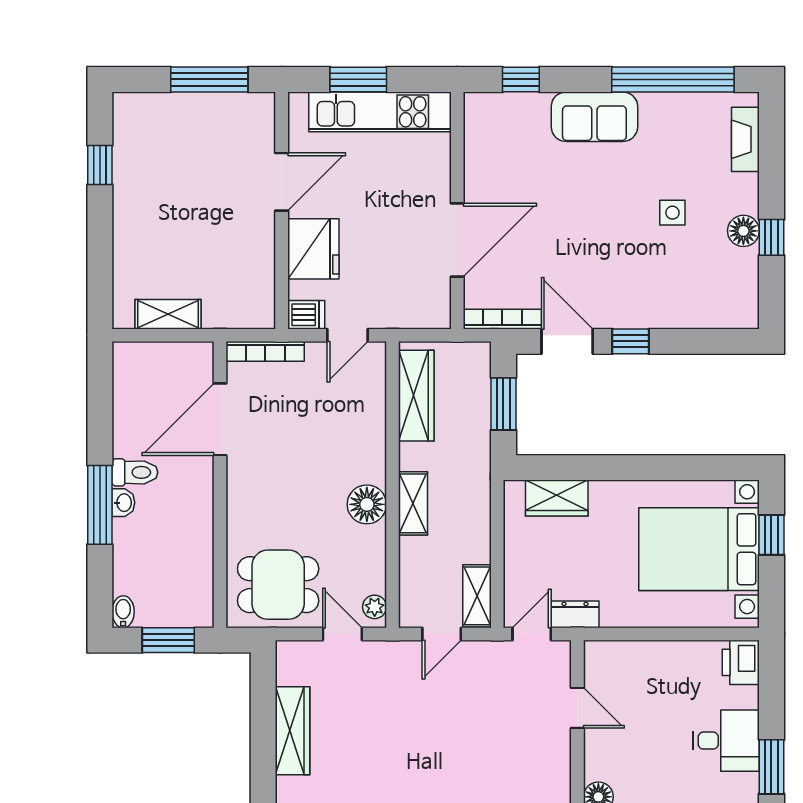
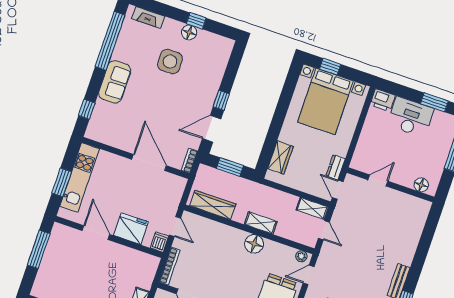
side table: (672, 213) -> (170, 62), width x1.87, depth x1.87
bookcase: (502, 319) -> (189, 161), width x0.64
desk: (726, 741) -> (410, 117), width x1.37

